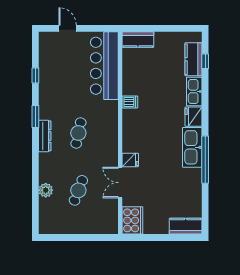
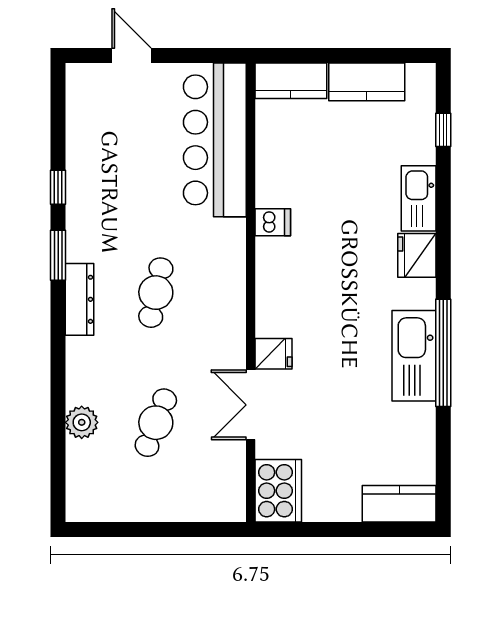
kitchen counter: (194, 59) -> (367, 82), moved, turned -90
window: (35, 76) -> (58, 187), moved
kitchen sink: (192, 147) -> (414, 356), moved

